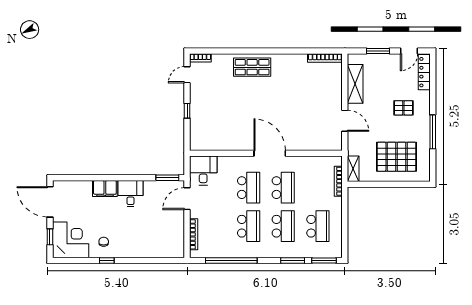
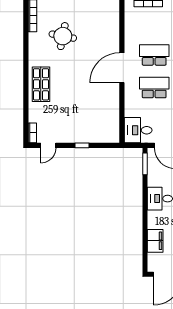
door: (187, 75) -> (48, 145), hinge flipped
round table: (303, 90) -> (63, 36), added
filing cabinet: (105, 189) -> (155, 241), moved

